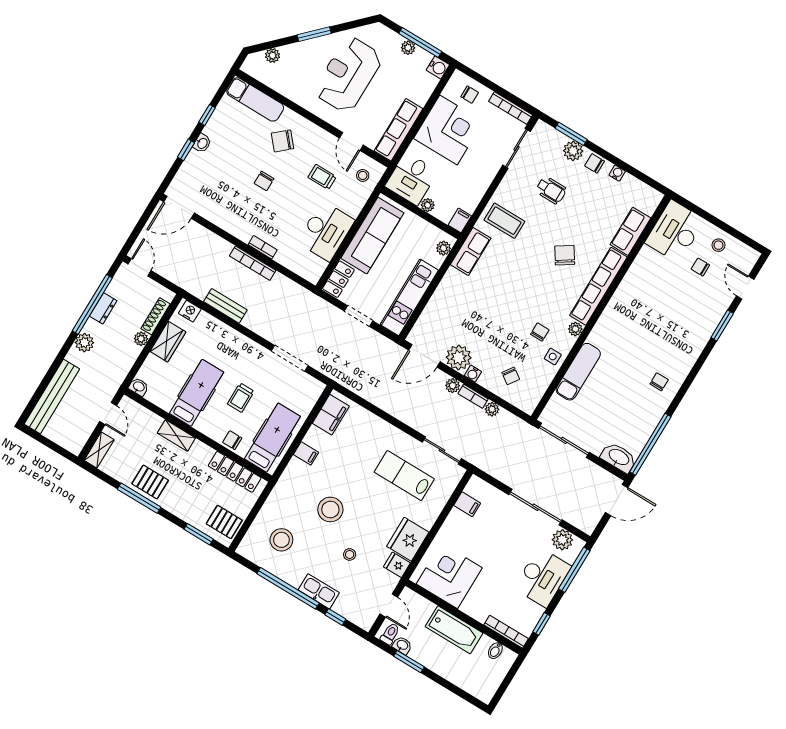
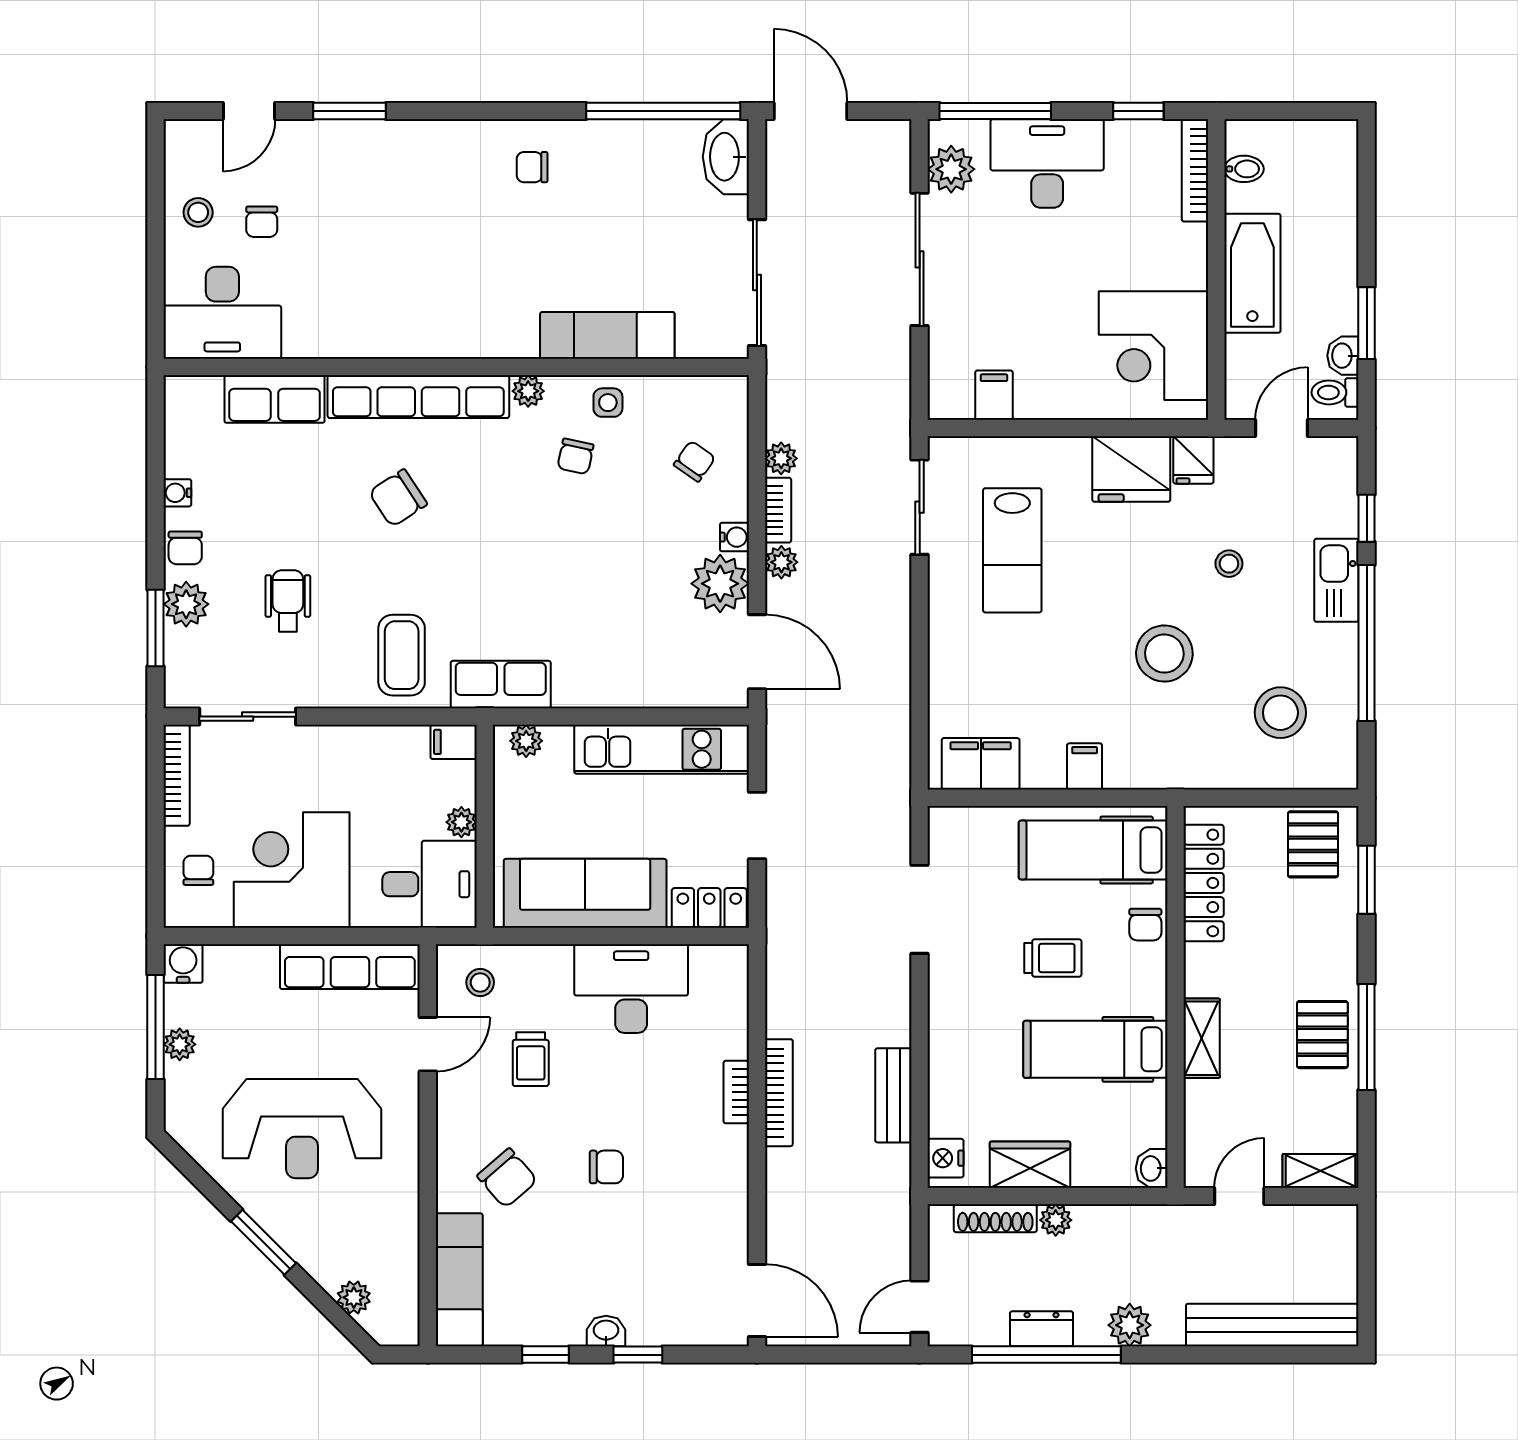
chair: (540, 332) -> (575, 456), turned -78

